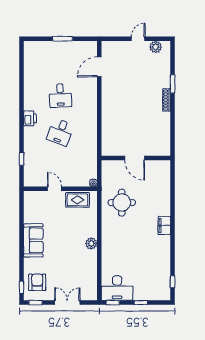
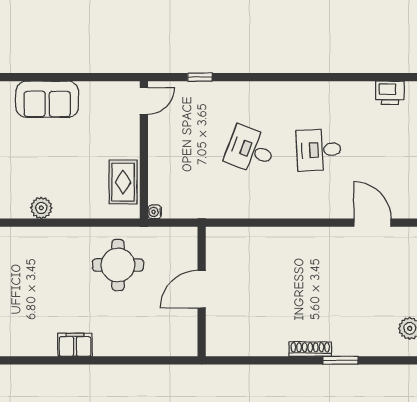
printer: (30, 118) -> (390, 93), moved
door: (54, 189) -> (144, 101), moved

